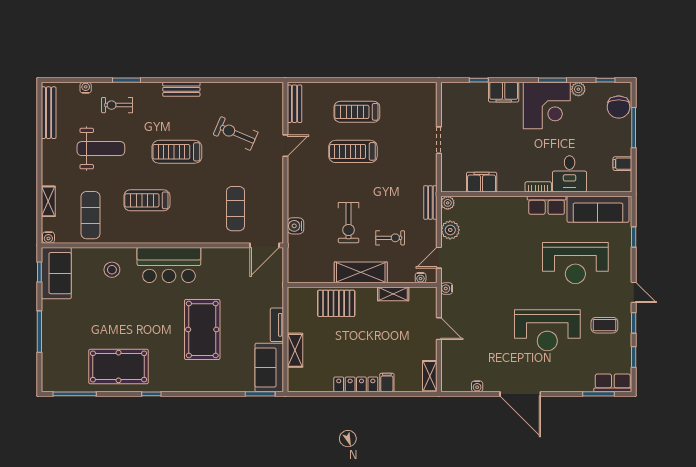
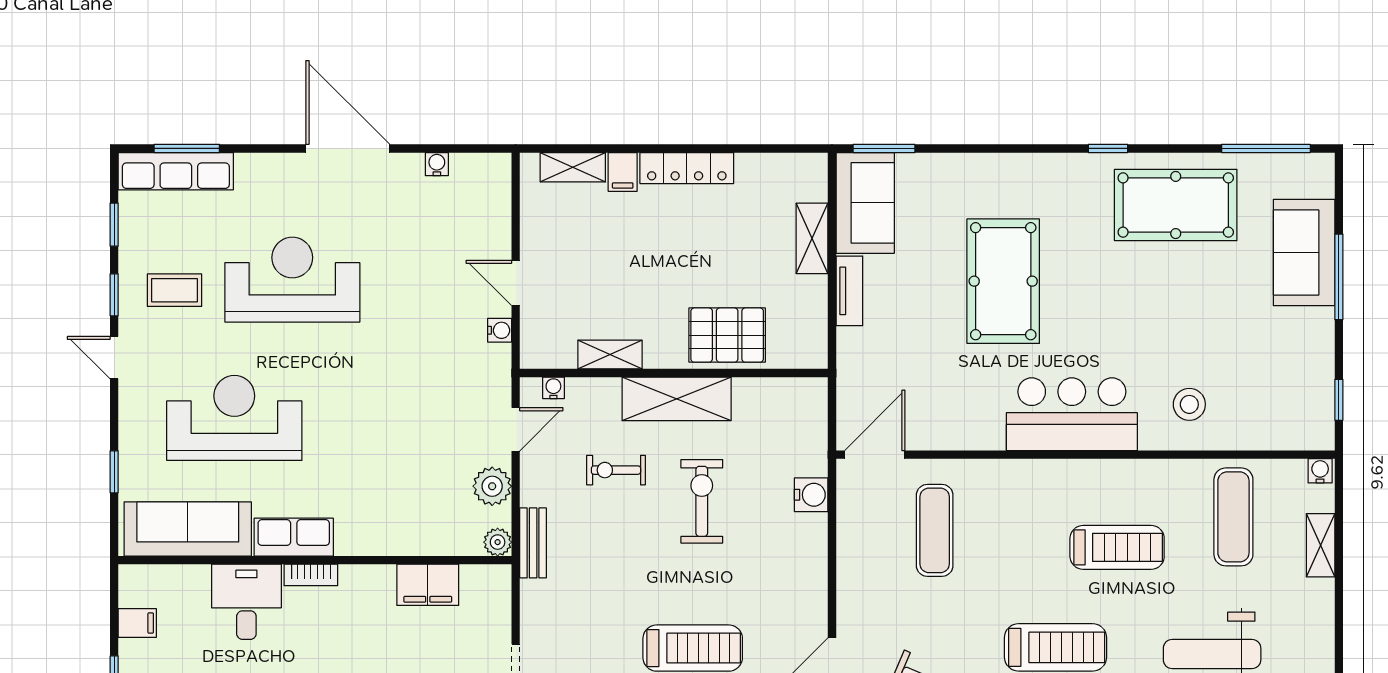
sofa: (56, 273) -> (1304, 252), moved
water cooler: (447, 289) -> (500, 330), moved
shelving: (430, 376) -> (573, 167), moved, turned 90
row of seats: (613, 383) -> (176, 171), width x1.48

